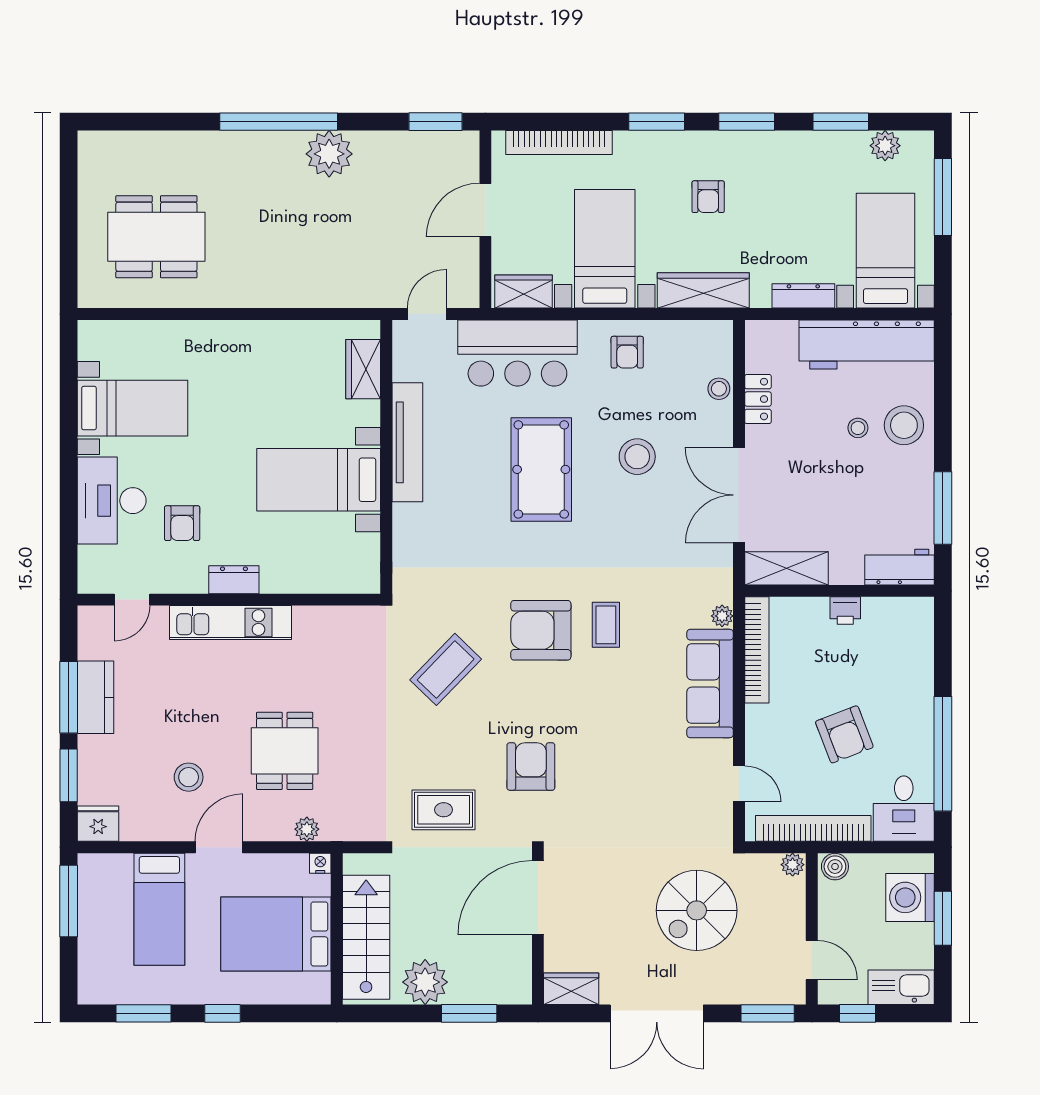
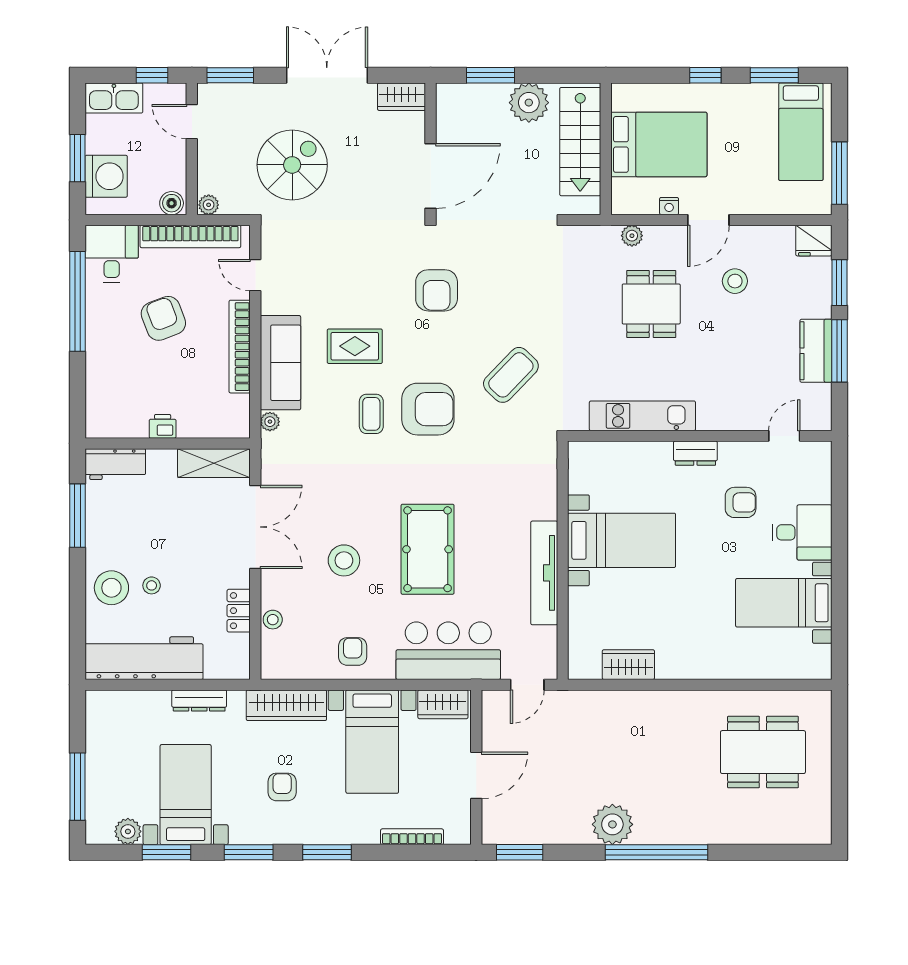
bookcase: (559, 142) -> (412, 837), width x0.68, depth x0.76
bed with nightstands: (886, 251) -> (186, 795), moved, turned 180
wardrobe: (363, 369) -> (628, 665), moved, turned -90
desk: (112, 501) -> (802, 532), width x0.73
armchair: (182, 523) -> (741, 502), turned 90
kitchen unit: (230, 623) -> (642, 416), moved
bookcase: (757, 650) -> (240, 347), moved
rug: (444, 810) -> (355, 346), moved
nightstand: (320, 863) -> (669, 206), moved
bed: (159, 909) -> (801, 132), moved, turned 180

